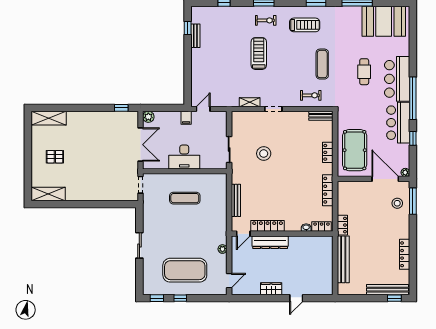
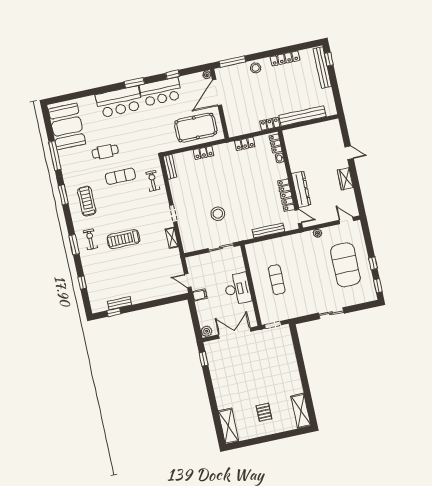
cafe table: (364, 72) -> (105, 152), moved
window: (413, 98) -> (134, 83), width x0.47
locker: (328, 190) -> (245, 144), width x0.66
stool: (397, 203) -> (256, 68), moved

